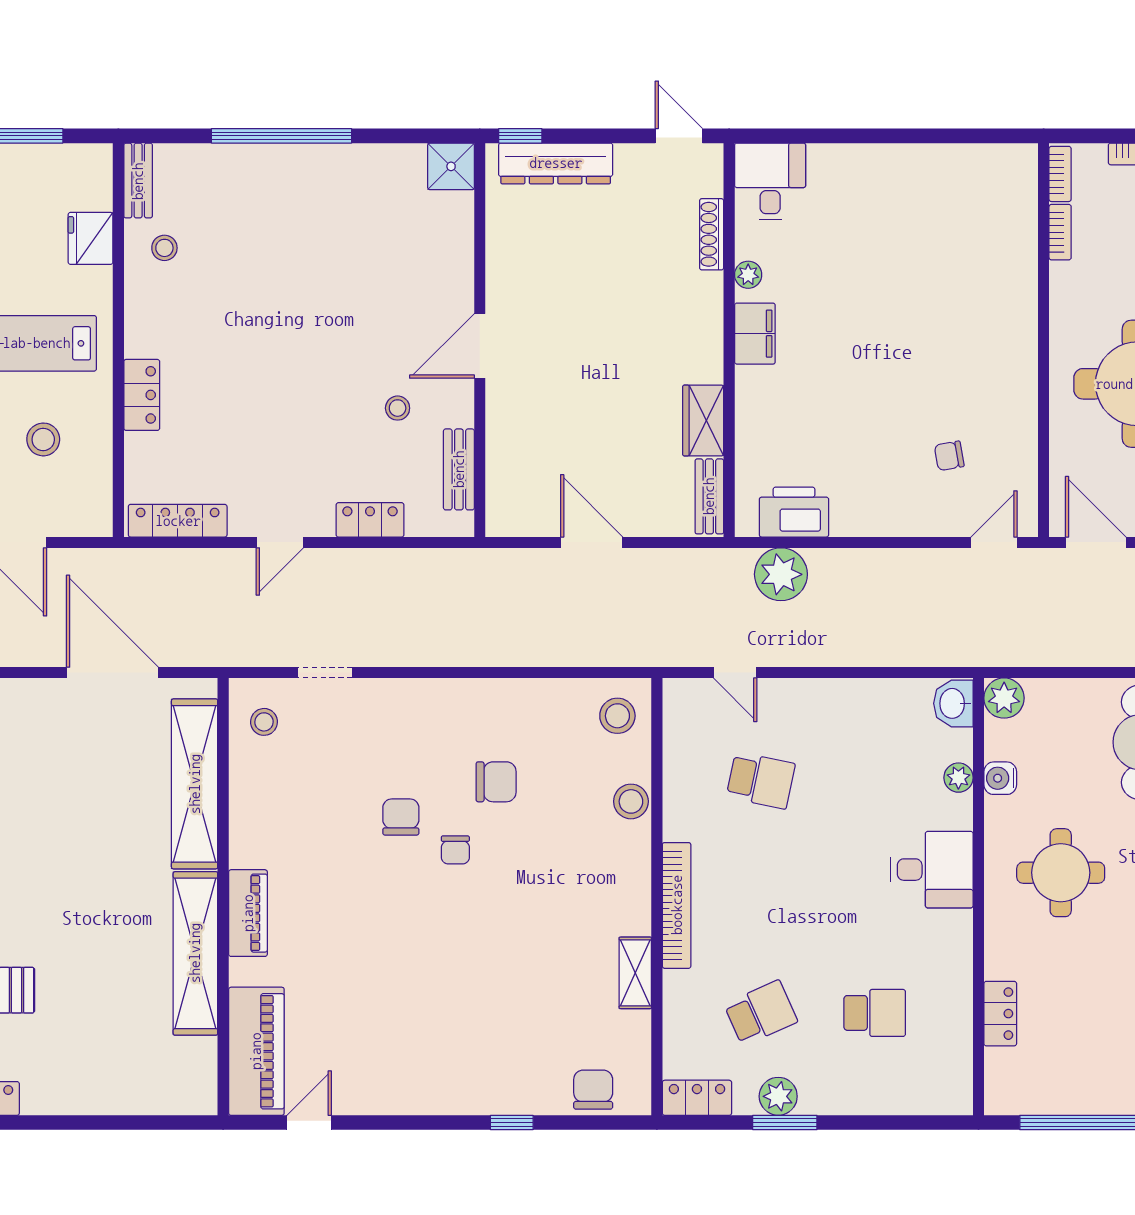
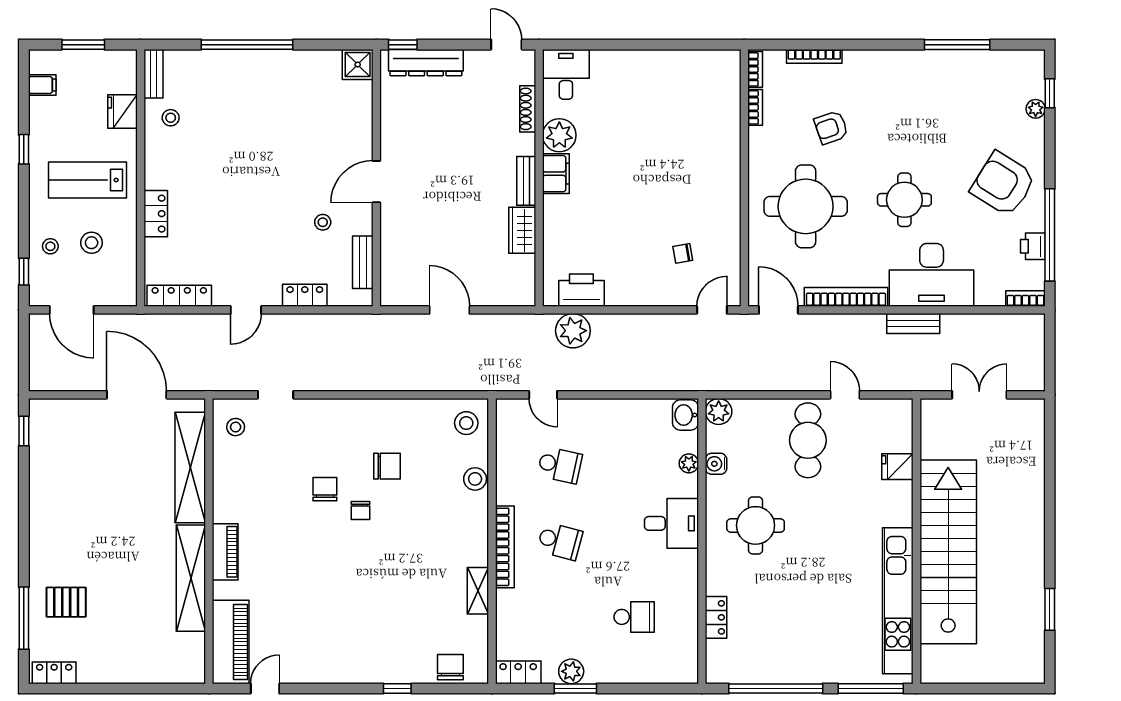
plant: (748, 275) -> (559, 135), width x1.88, depth x1.88
bench: (709, 496) -> (526, 181), moved
school desk: (761, 1013) -> (560, 541), moved, turned 39

